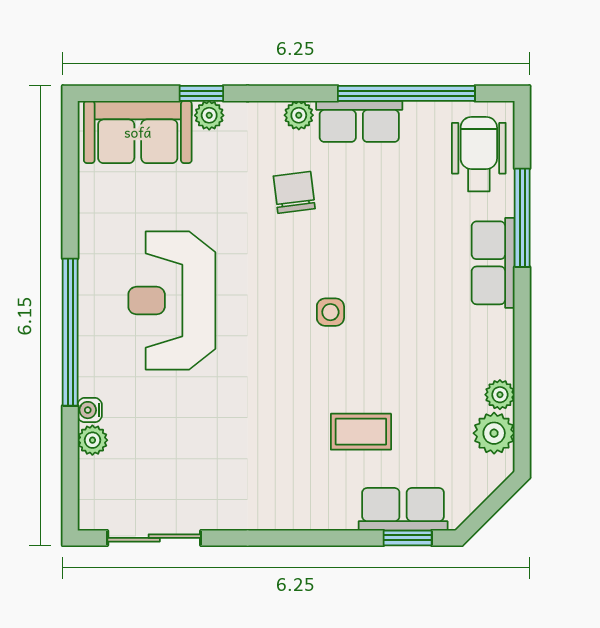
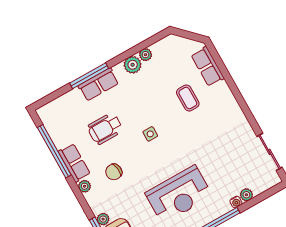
wheelchair: (479, 154) -> (105, 129), moved
window: (522, 218) -> (89, 76), moved
plant: (494, 433) -> (133, 65), moved
window: (408, 538) -> (217, 59), removed

